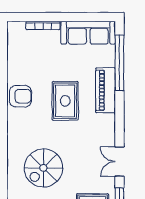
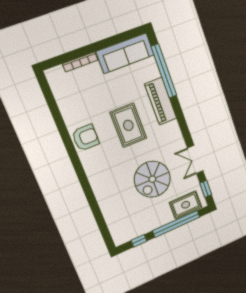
spiral stairs: (43, 168) -> (152, 179), moved

